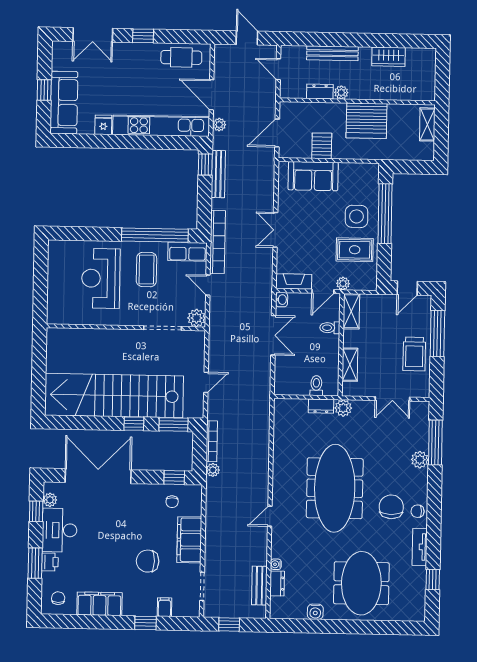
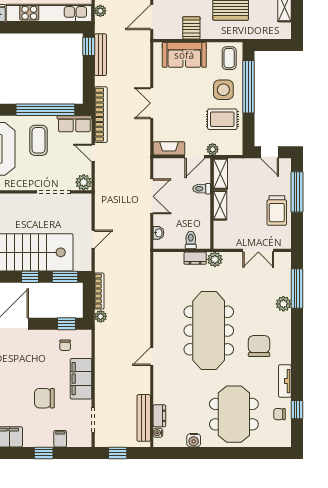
coffee table: (364, 181) -> (229, 58), added
door: (407, 288) -> (269, 152), hinge flipped
washbasin: (282, 300) -> (158, 233), moved
shelving: (350, 365) -> (220, 205), moved
chair: (418, 511) -> (279, 414), moved
water cooler: (276, 564) -> (158, 433), moved
bench: (259, 586) -> (144, 418), width x1.36

